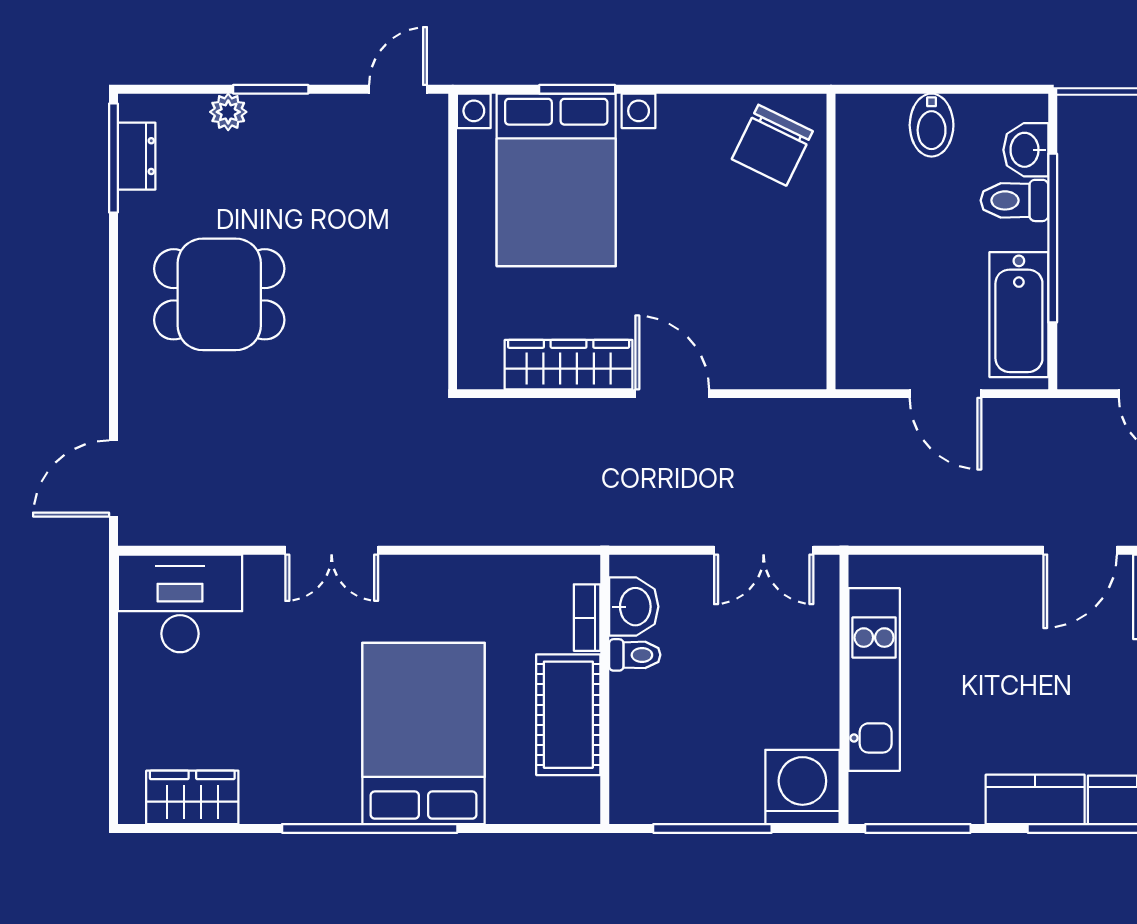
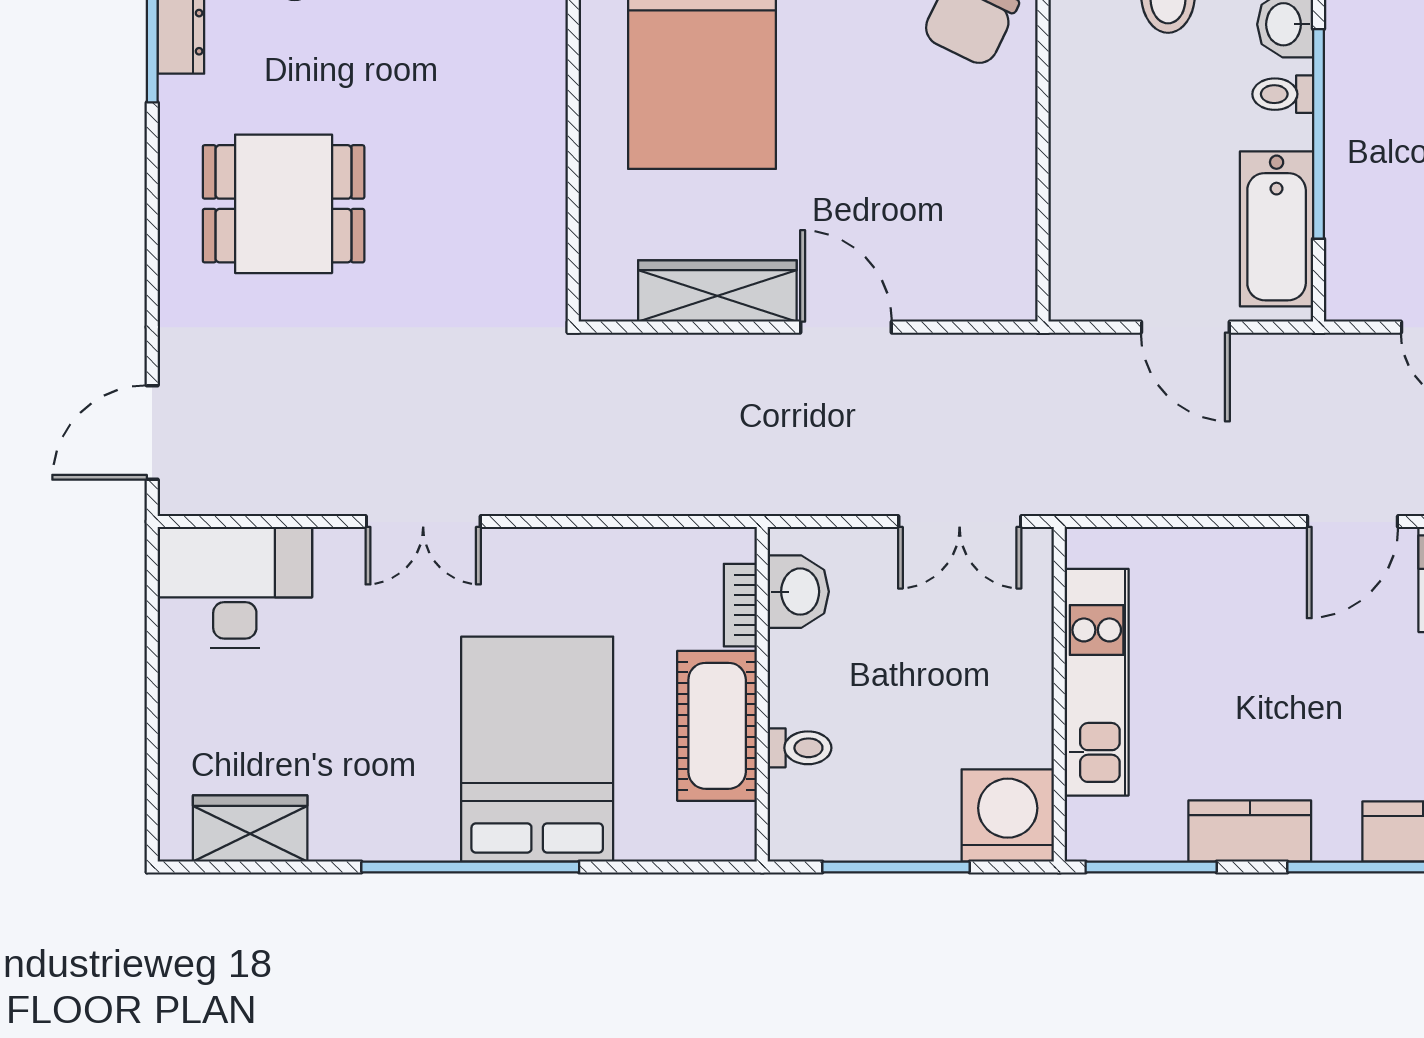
toilet: (1014, 200) -> (1283, 94), width x0.73, depth x0.72
toilet: (635, 655) -> (800, 748), moved
kitchen counter: (1035, 799) -> (1250, 831), moved

